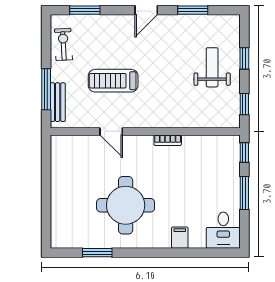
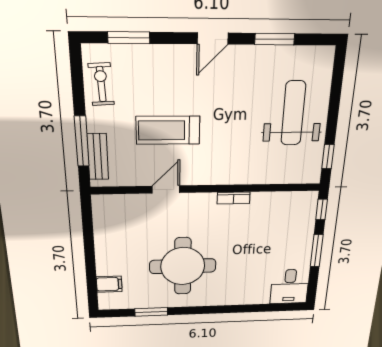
window: (244, 58) -> (334, 102), removed
weight bench: (212, 67) -> (293, 113), width x1.36, depth x1.33
door: (111, 131) -> (166, 189), swing flipped
filing cabinet: (180, 238) -> (109, 284), moved, turned 90

